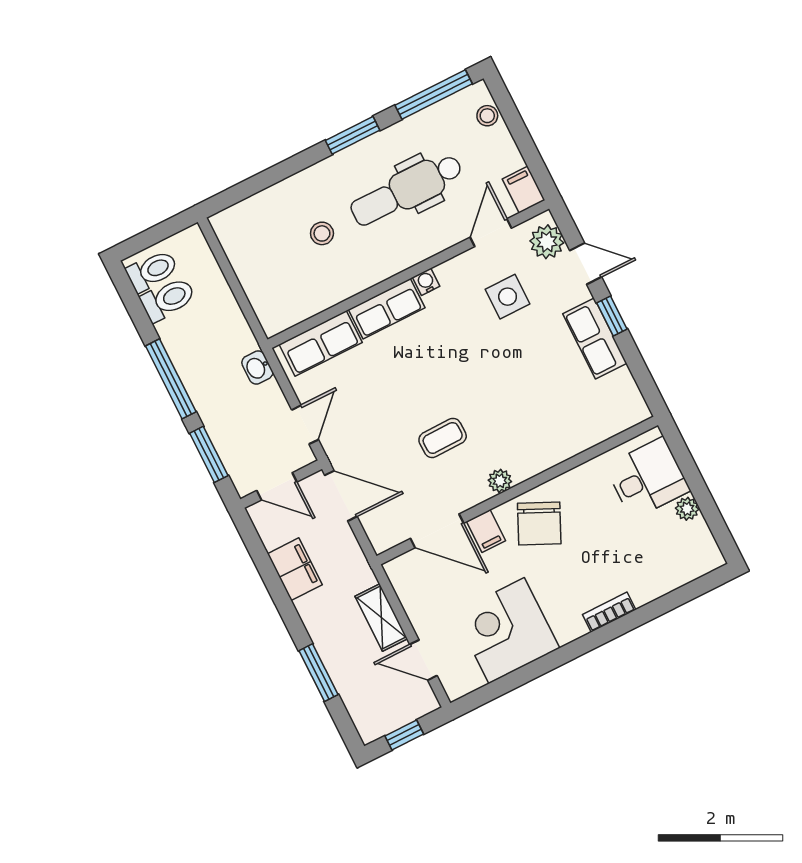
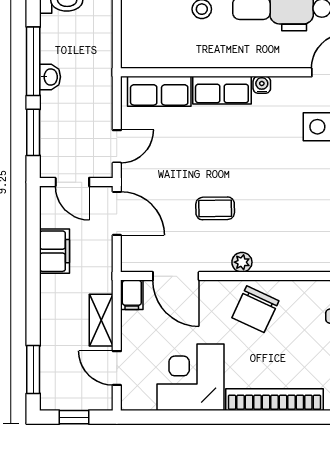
washbasin: (257, 368) -> (50, 77), moved, turned 180
filing cabinet: (486, 531) -> (132, 295), moved
bookcase: (609, 612) -> (274, 400), width x2.31, depth x1.31
window: (319, 673) -> (33, 370), moved

